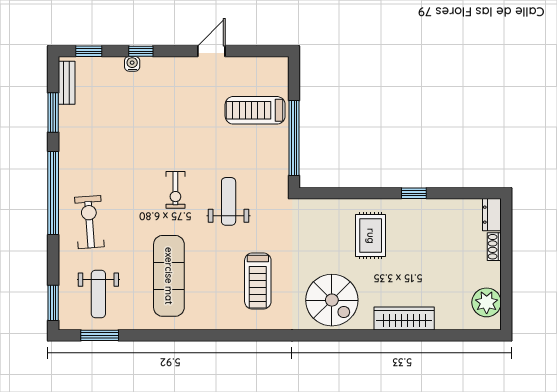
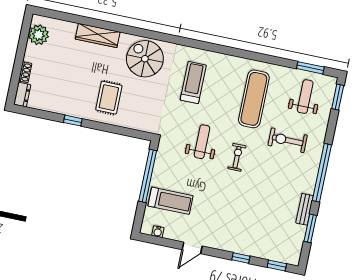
water cooler: (132, 64) -> (158, 232), moved
bench: (67, 83) -> (305, 209), moved
weight bench: (229, 201) -> (202, 142), turned 180
exercise bike: (89, 222) -> (288, 140), moved, turned 94

